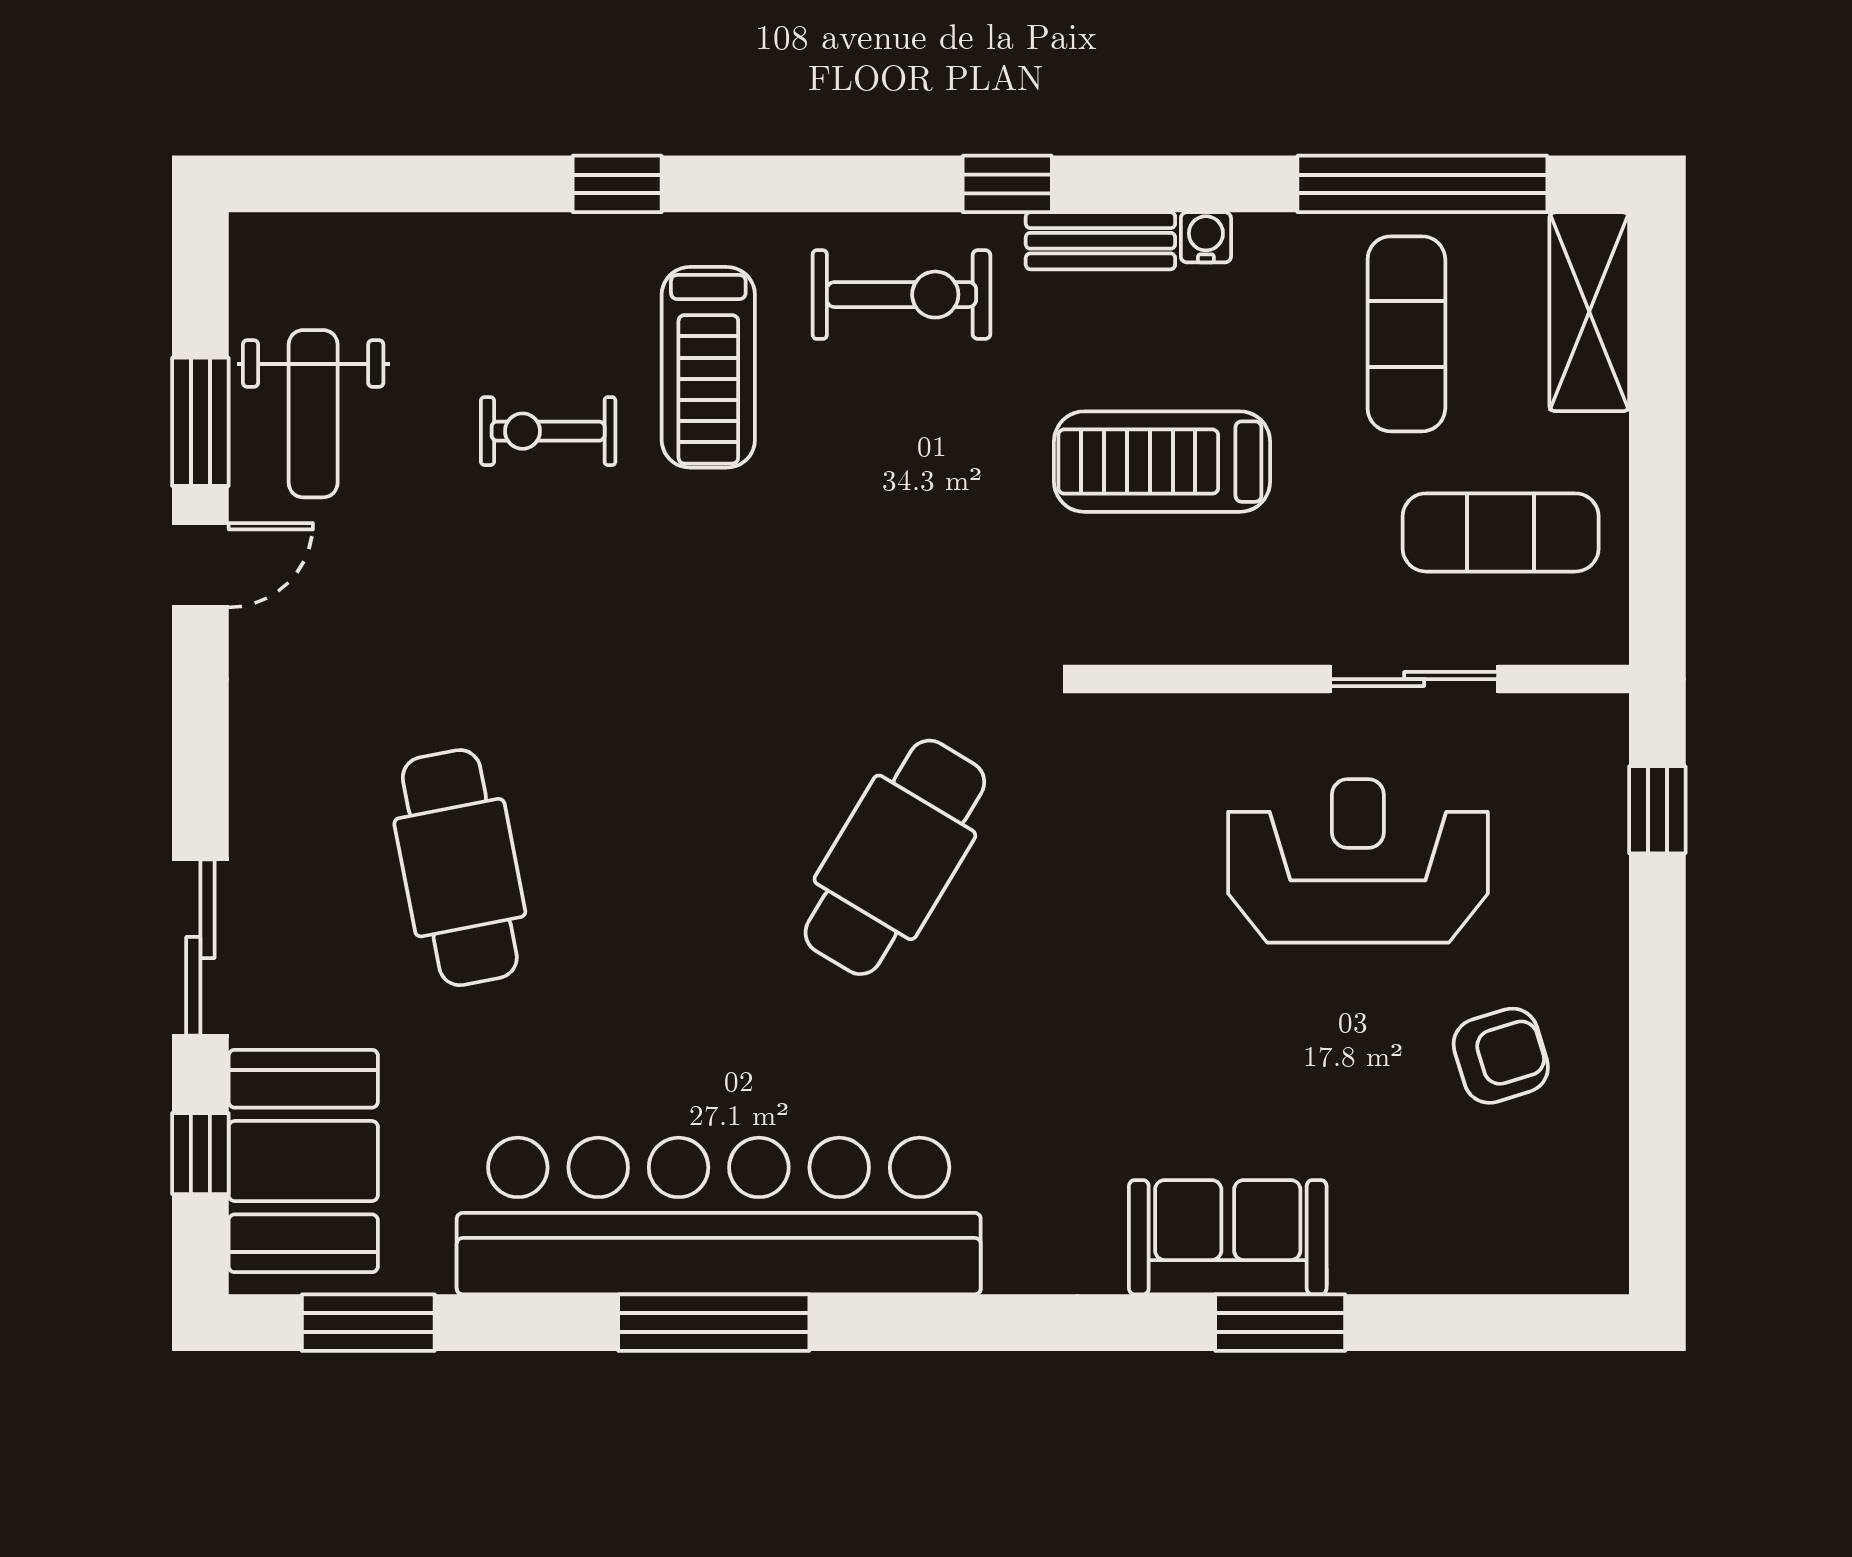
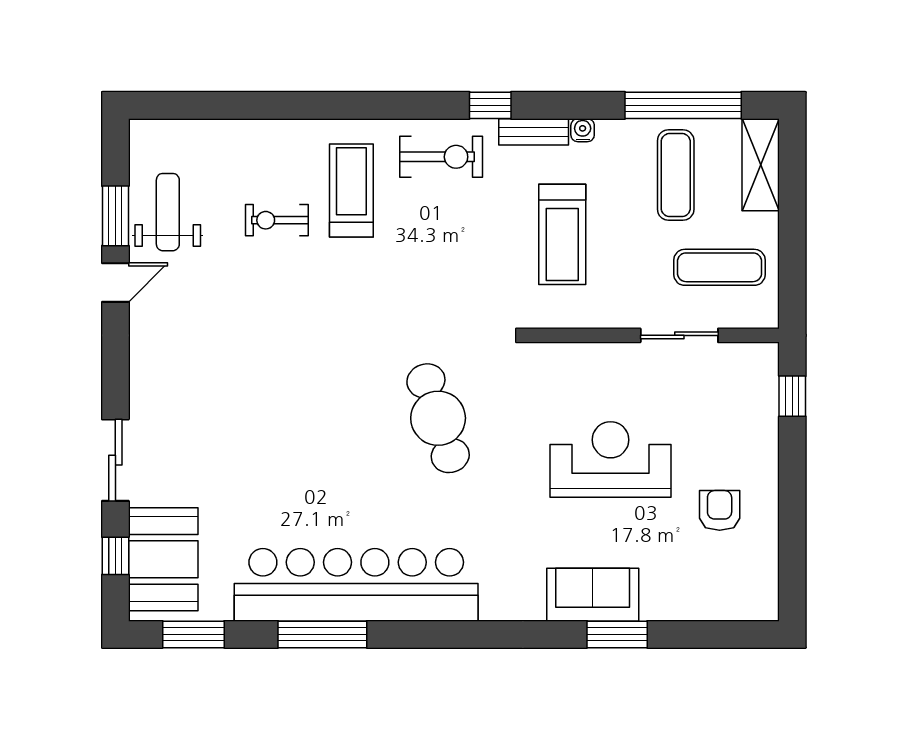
window: (617, 184) -> (309, 105), removed
treadmill: (708, 367) -> (351, 191), turned 180
weight bench: (313, 414) -> (168, 212), turned 180
treadmill: (1162, 462) -> (562, 234), turned -90
cafe table: (895, 857) -> (438, 418), turned -49
reception desk: (1358, 861) -> (610, 460), moved
cafe table: (460, 868) -> (236, 423), removed
armchair: (1501, 1056) -> (720, 510), turned -73
window: (714, 1323) -> (322, 634), moved

